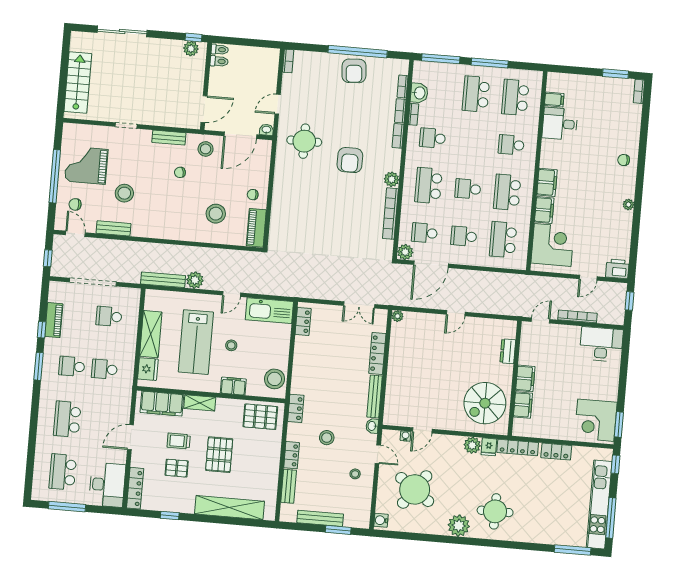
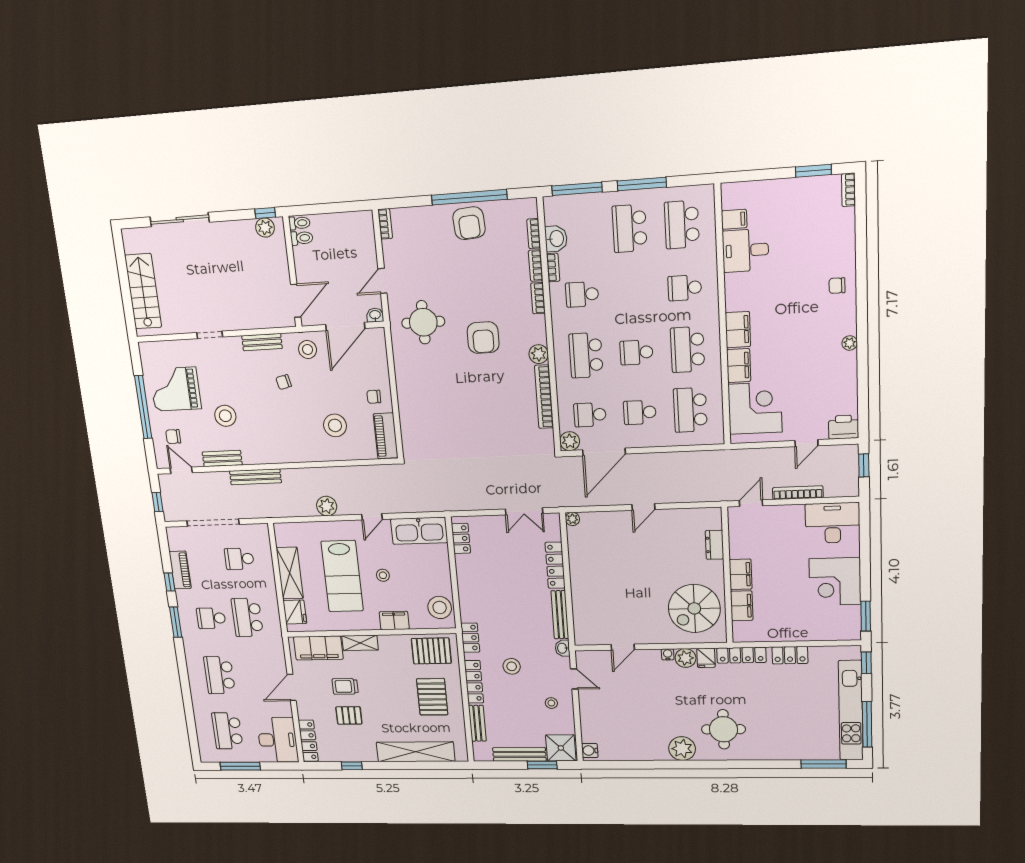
bench: (163, 280) -> (255, 477), moved
school desk: (104, 369) -> (247, 617), width x1.85
corner desk: (596, 420) -> (835, 582), moved
water cooler: (405, 436) -> (668, 654), moved
pallet: (219, 455) -> (432, 697), moved
locker: (292, 455) -> (474, 682), width x1.53
round table: (415, 489) -> (624, 714), removed
shower: (357, 516) -> (561, 748), added

